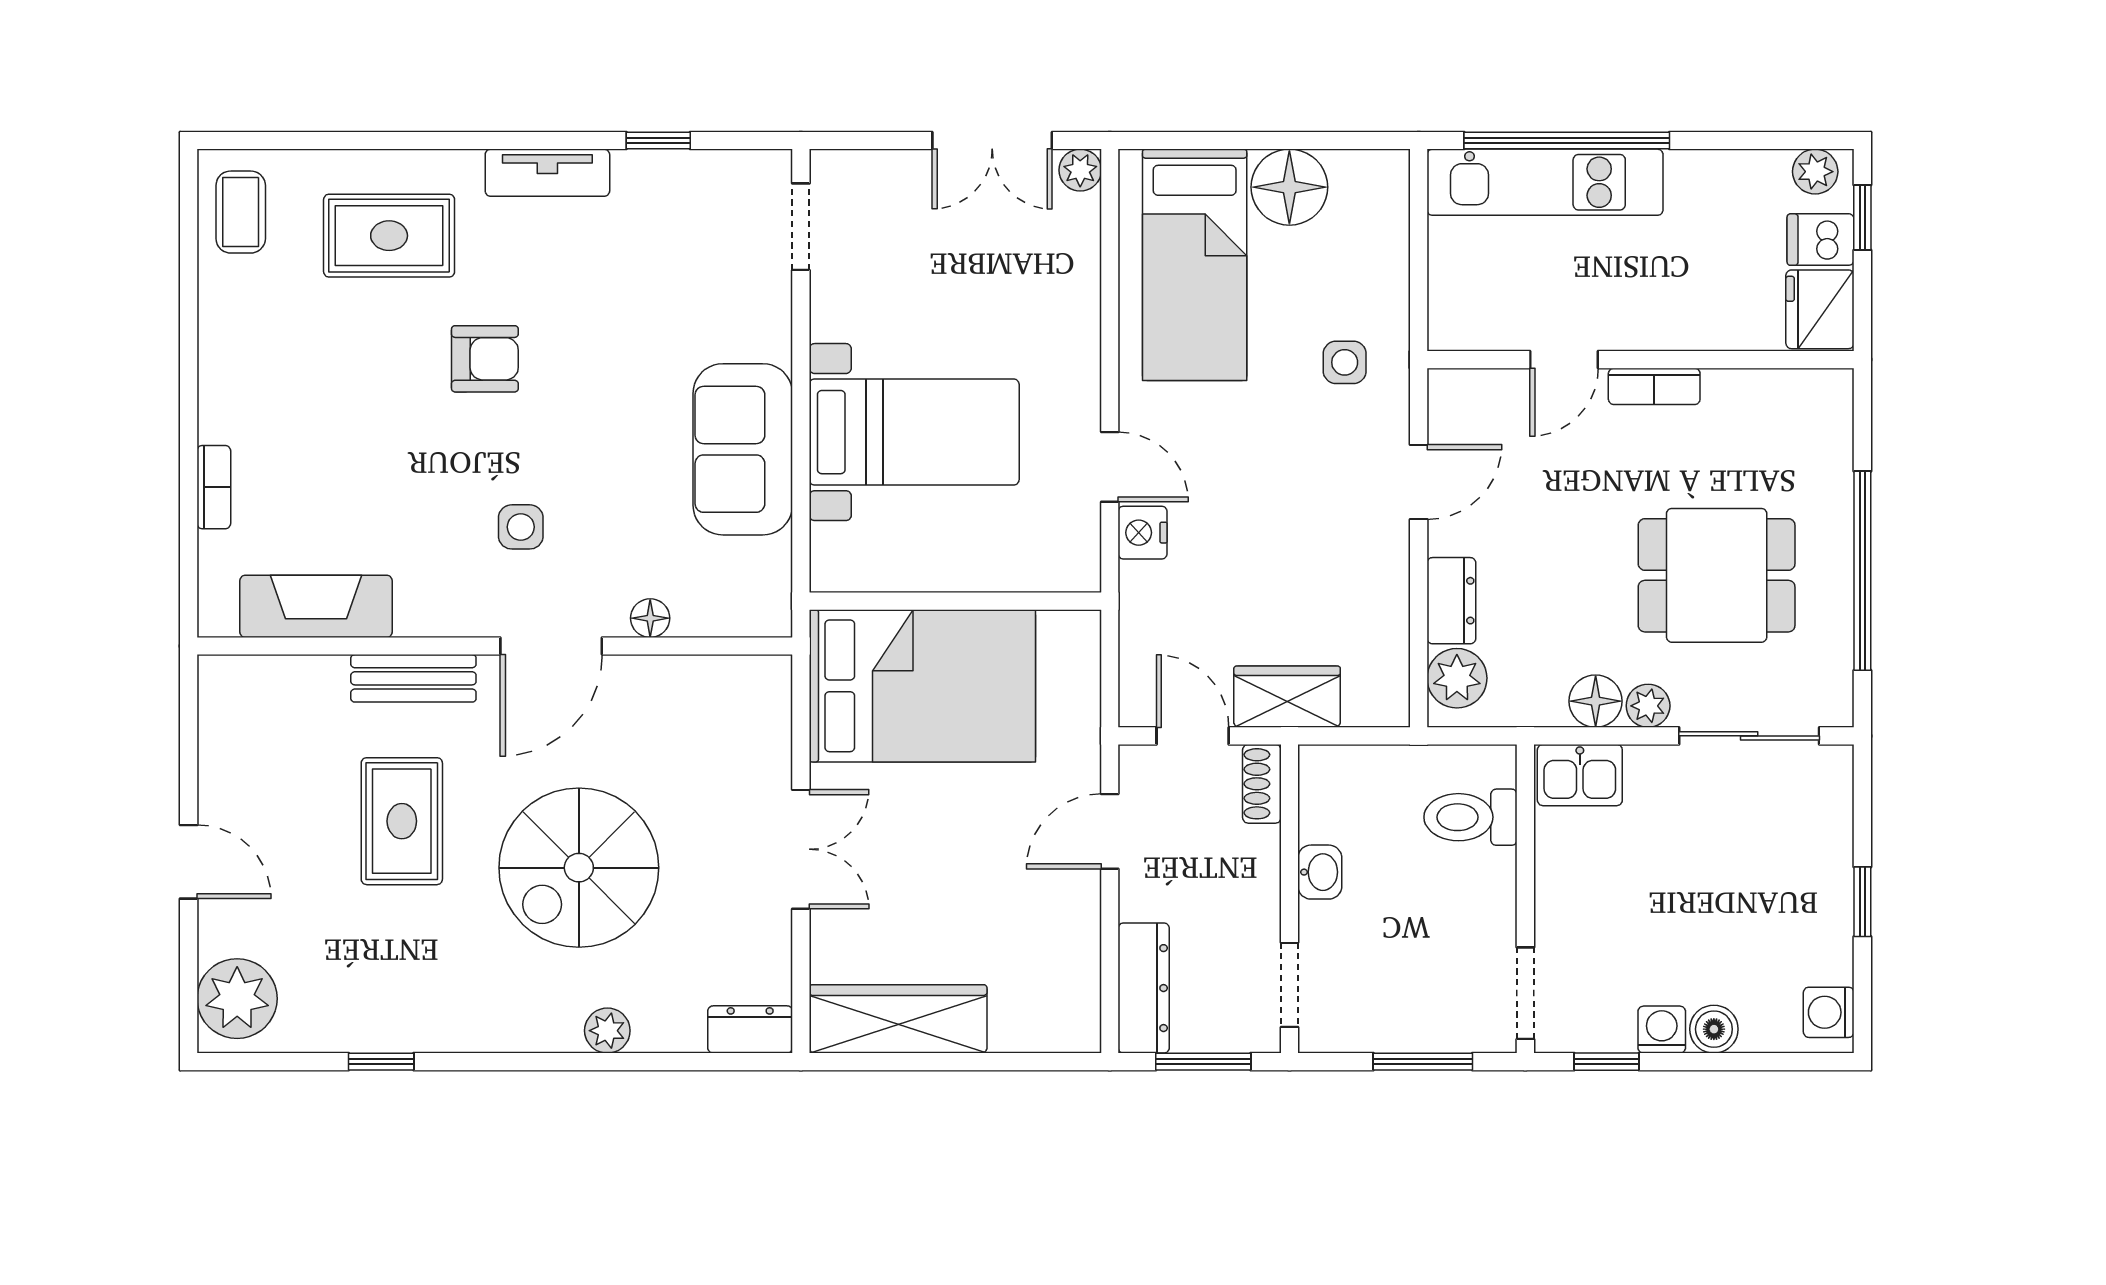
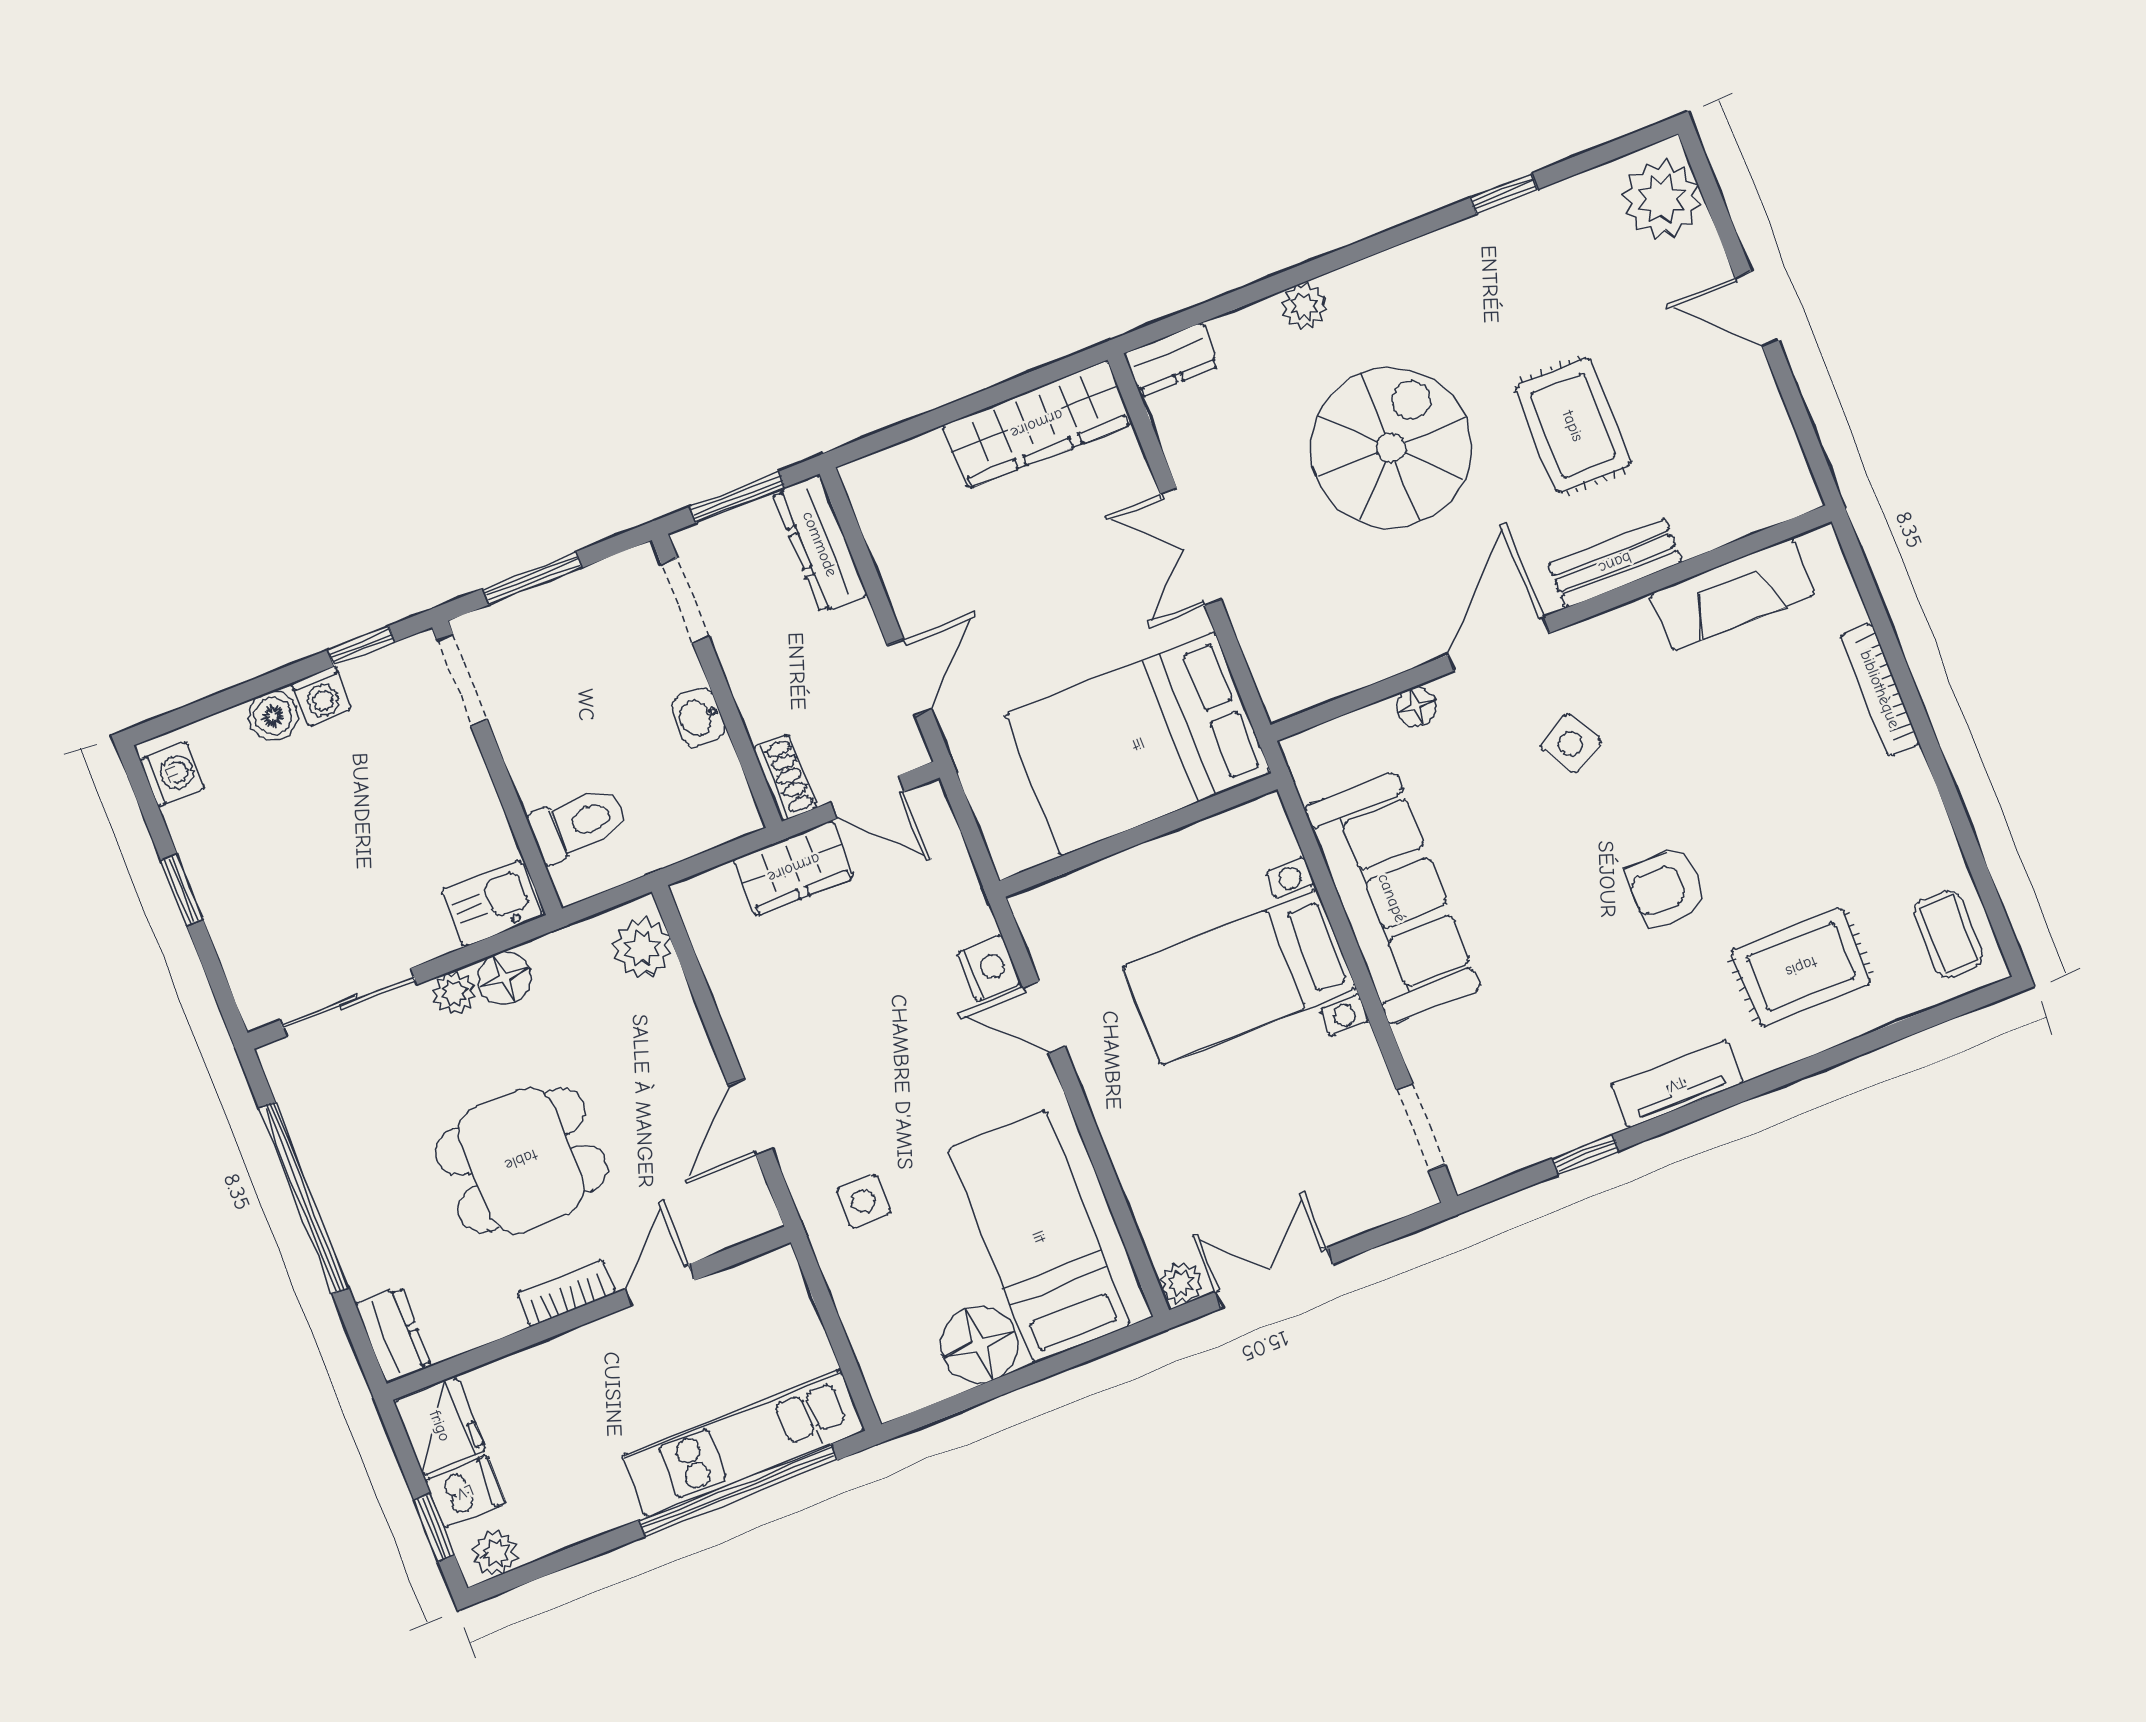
sofa: (743, 449) -> (1392, 898), width x1.36
bookcase: (214, 487) -> (1880, 689), width x1.56
side table: (521, 527) -> (1571, 744), turned -30
dining table: (1717, 575) -> (521, 1160), moved
dresser: (1451, 601) -> (393, 1335), moved, turned 180

